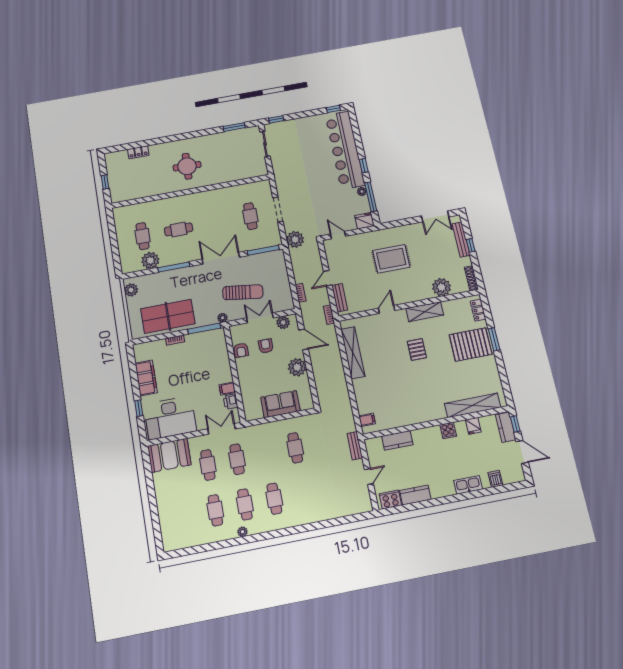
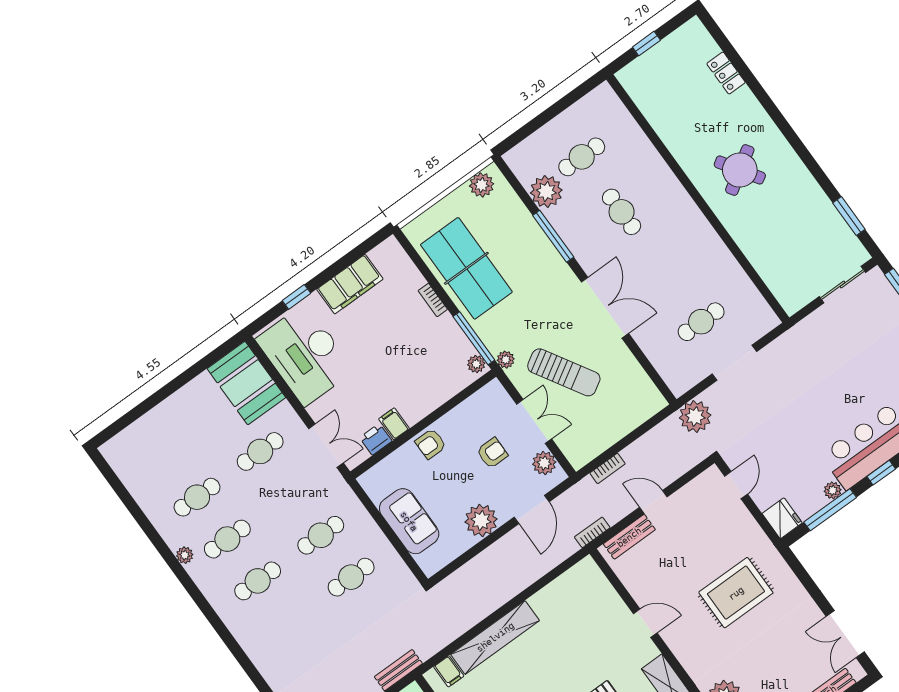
round table: (187, 166) -> (740, 170), turned -35
window: (263, 250) -> (651, 372), removed
rug: (391, 259) -> (736, 593), turned 90
sun lounger: (243, 292) -> (564, 372), turned -39
plant: (218, 333) -> (476, 364), added
armchair: (241, 350) -> (431, 444), moved
shelving: (353, 353) -> (495, 637), moved
cafe table: (237, 459) -> (321, 535), moved

